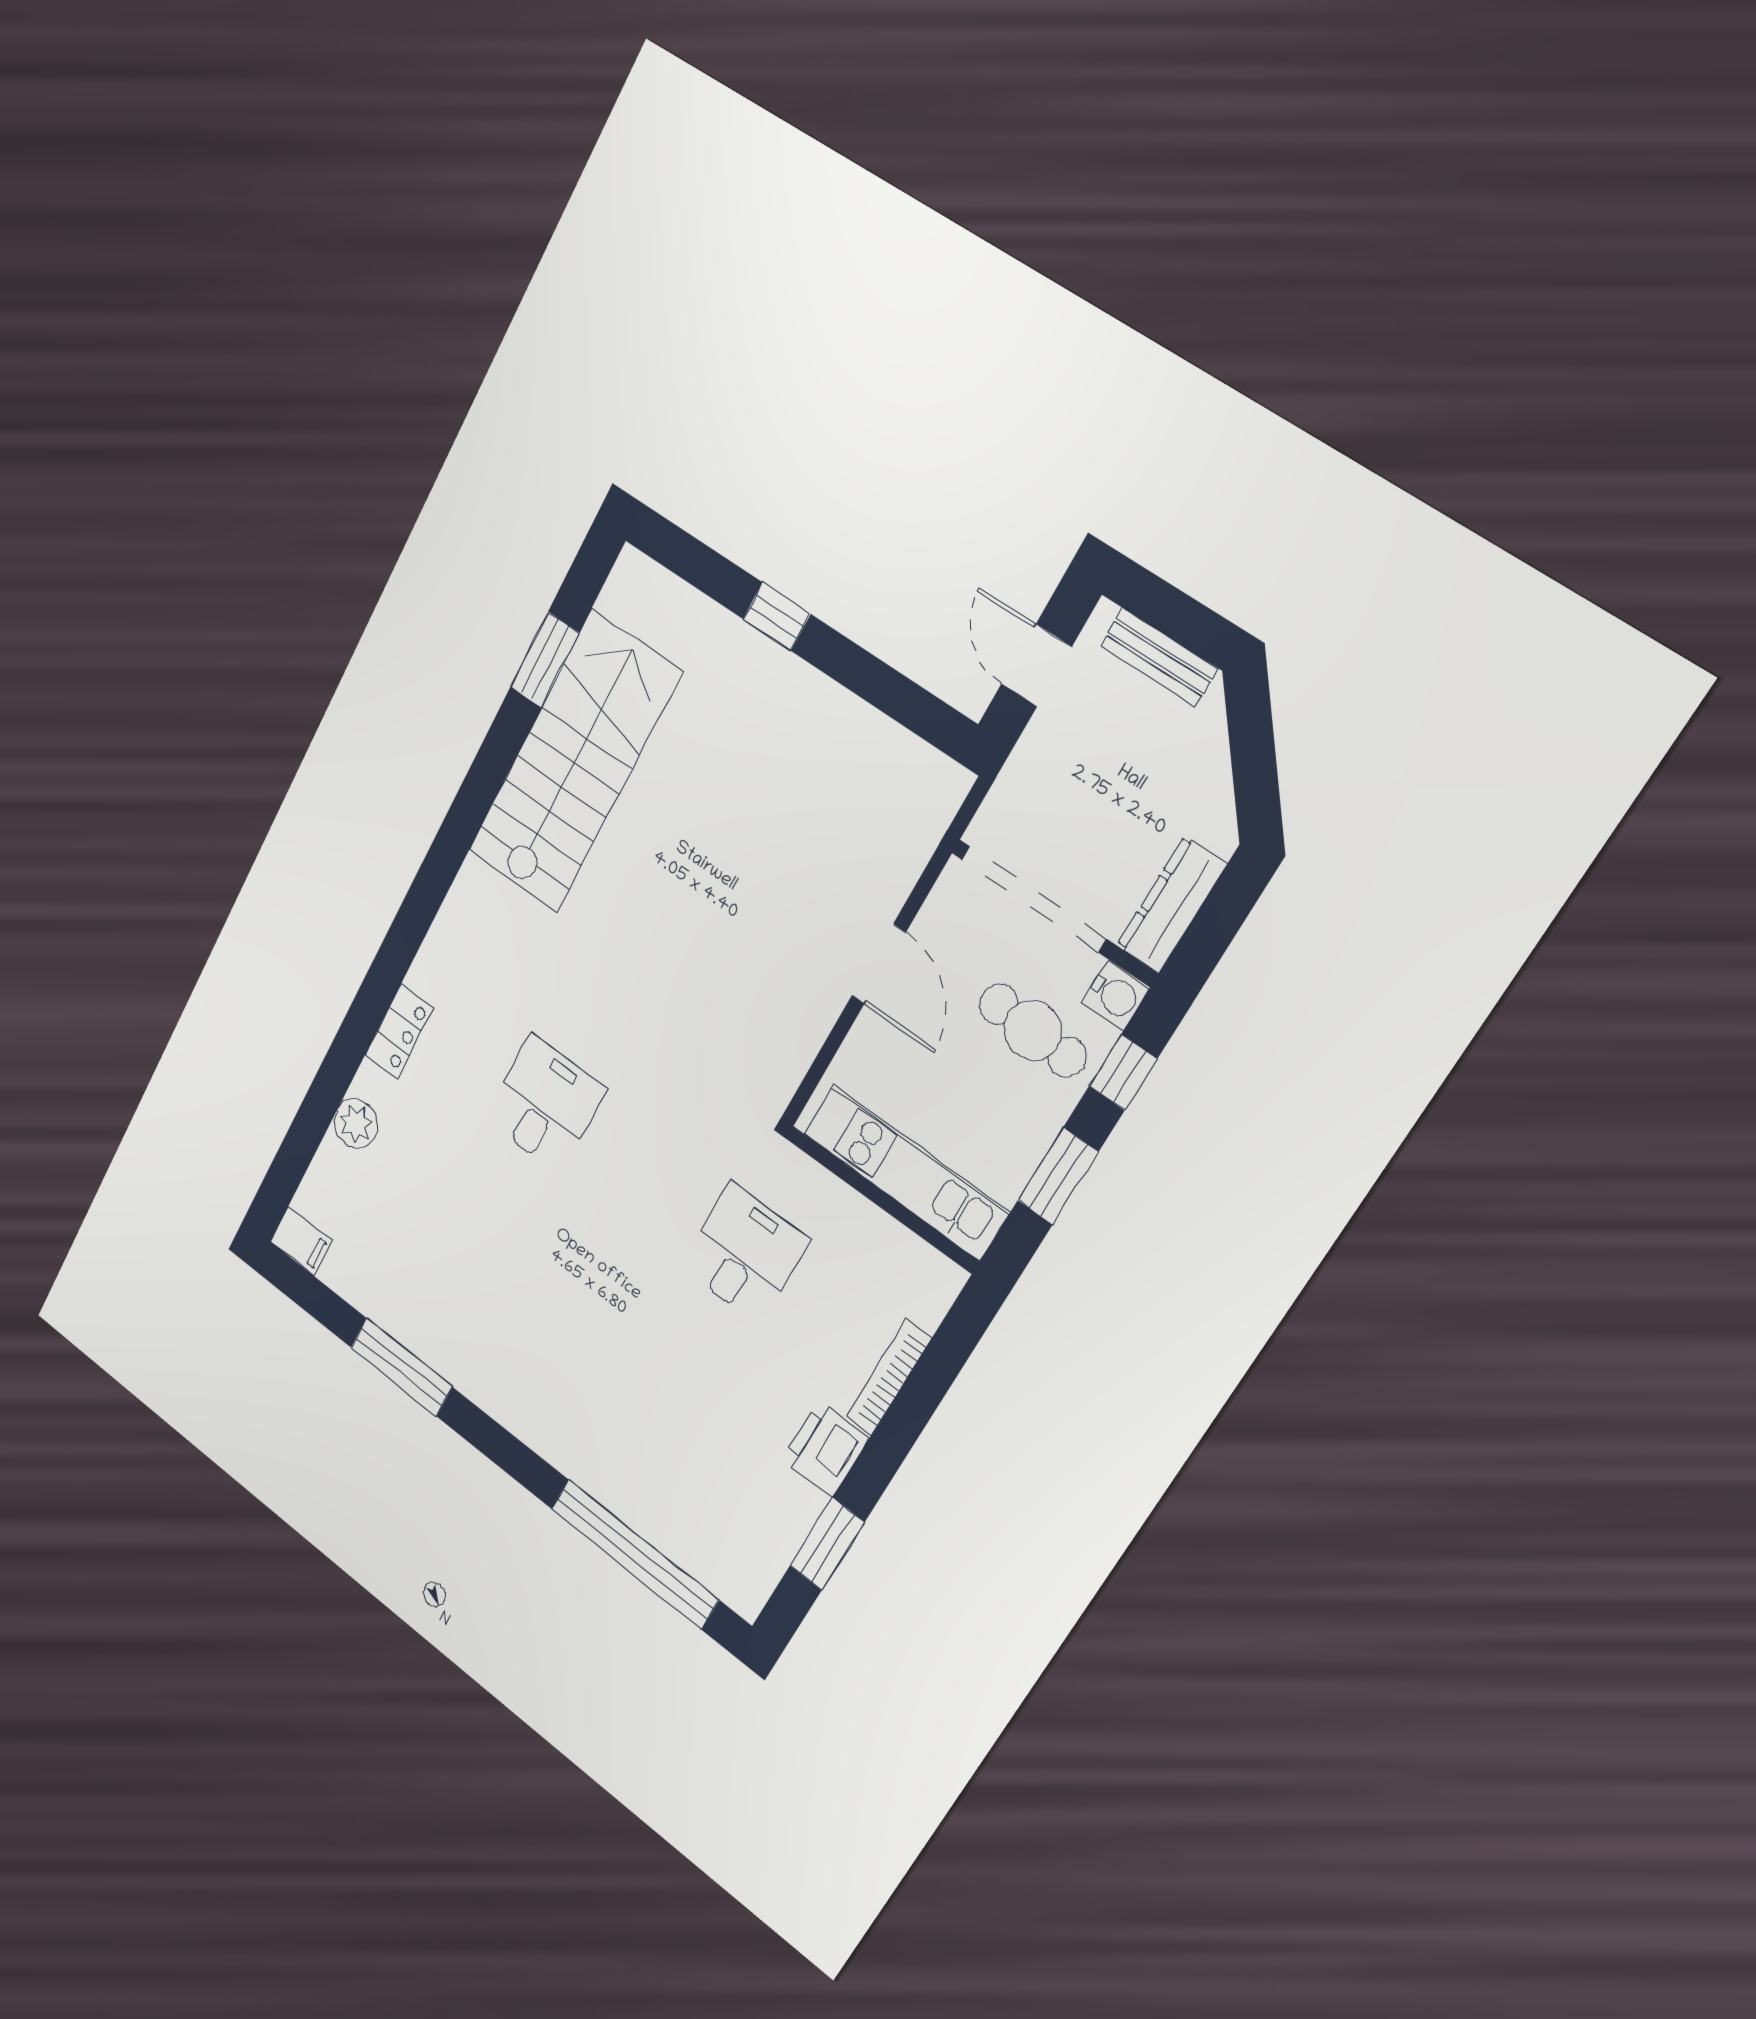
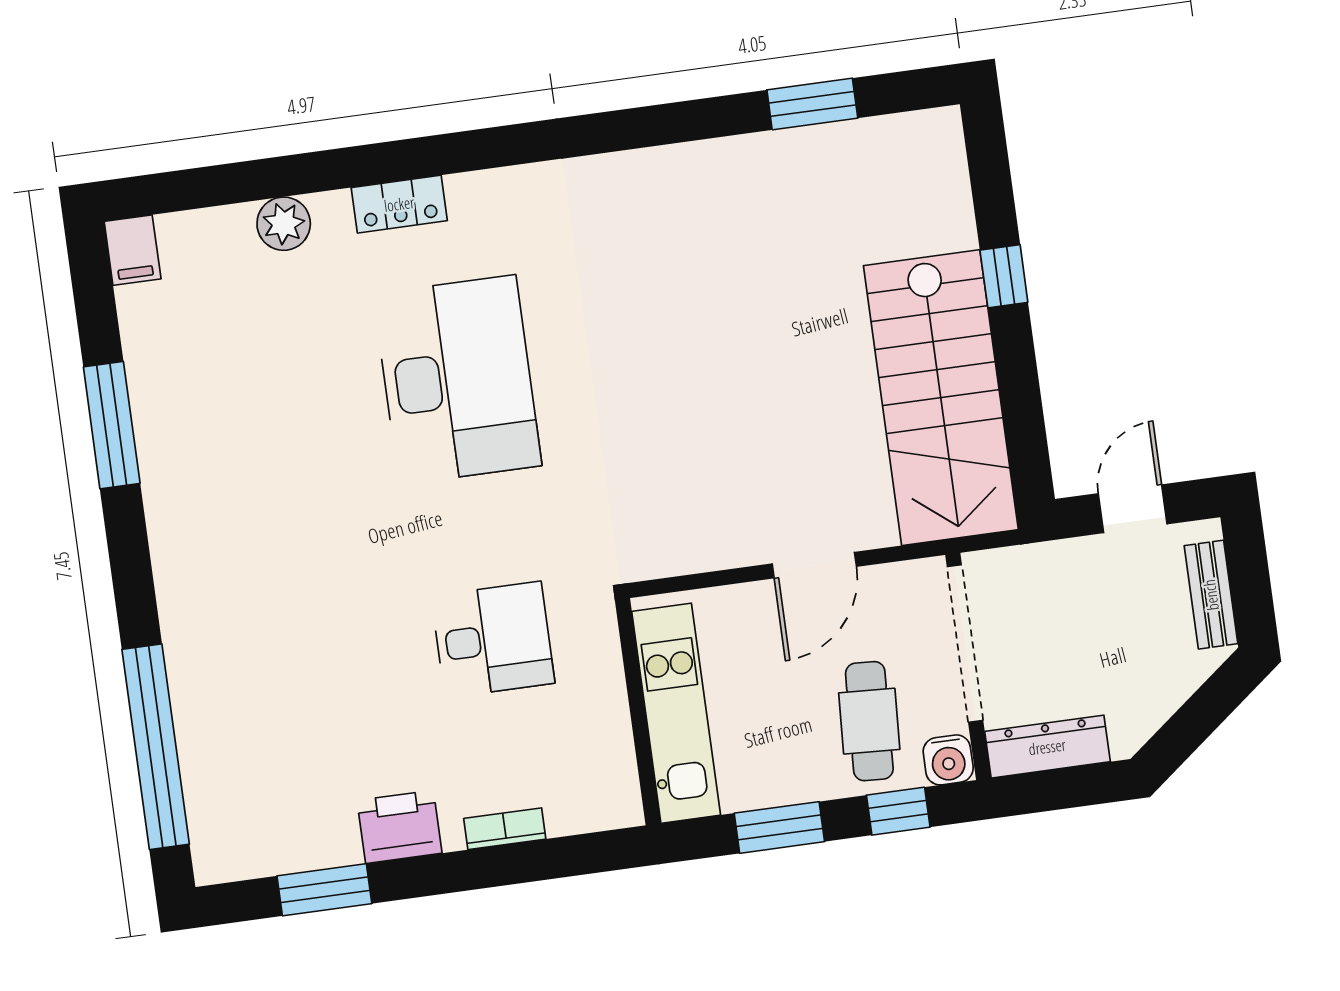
stairs: (574, 763) -> (941, 398), moved, turned 90
desk: (545, 1104) -> (457, 380), width x1.87, depth x1.30
bookcase: (889, 1377) -> (505, 829), width x0.64

